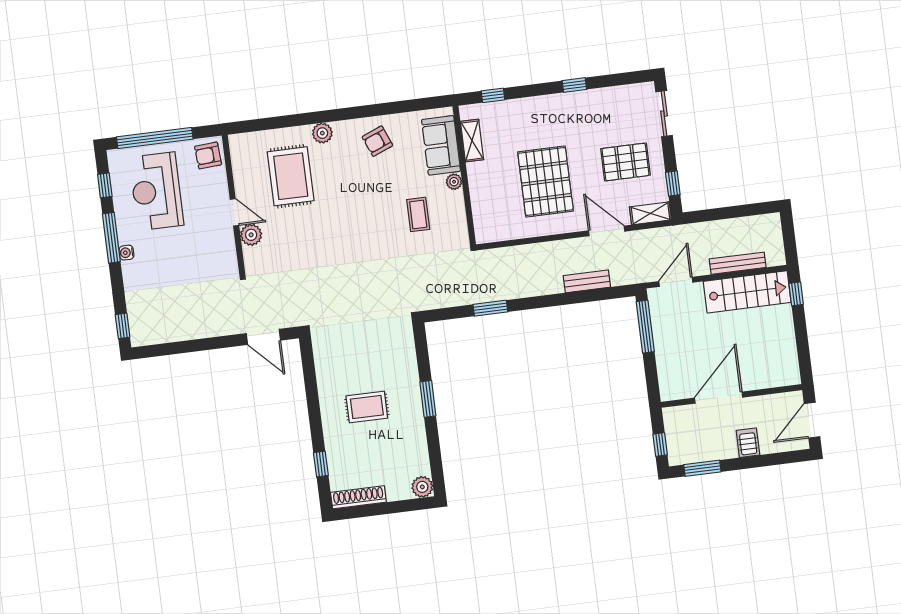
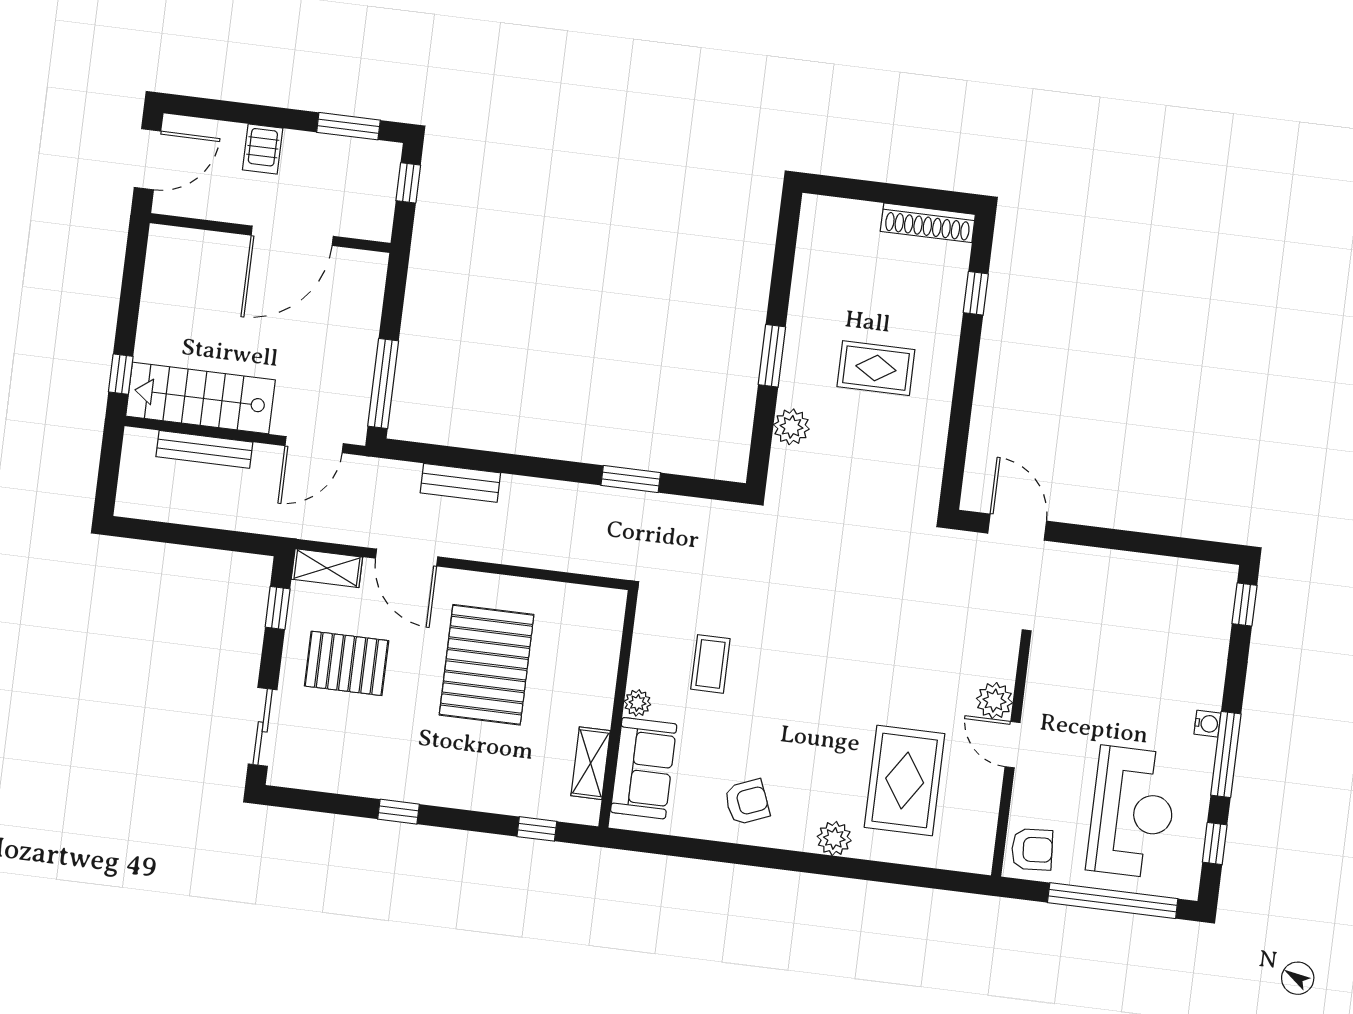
plant: (422, 487) -> (791, 427), moved

